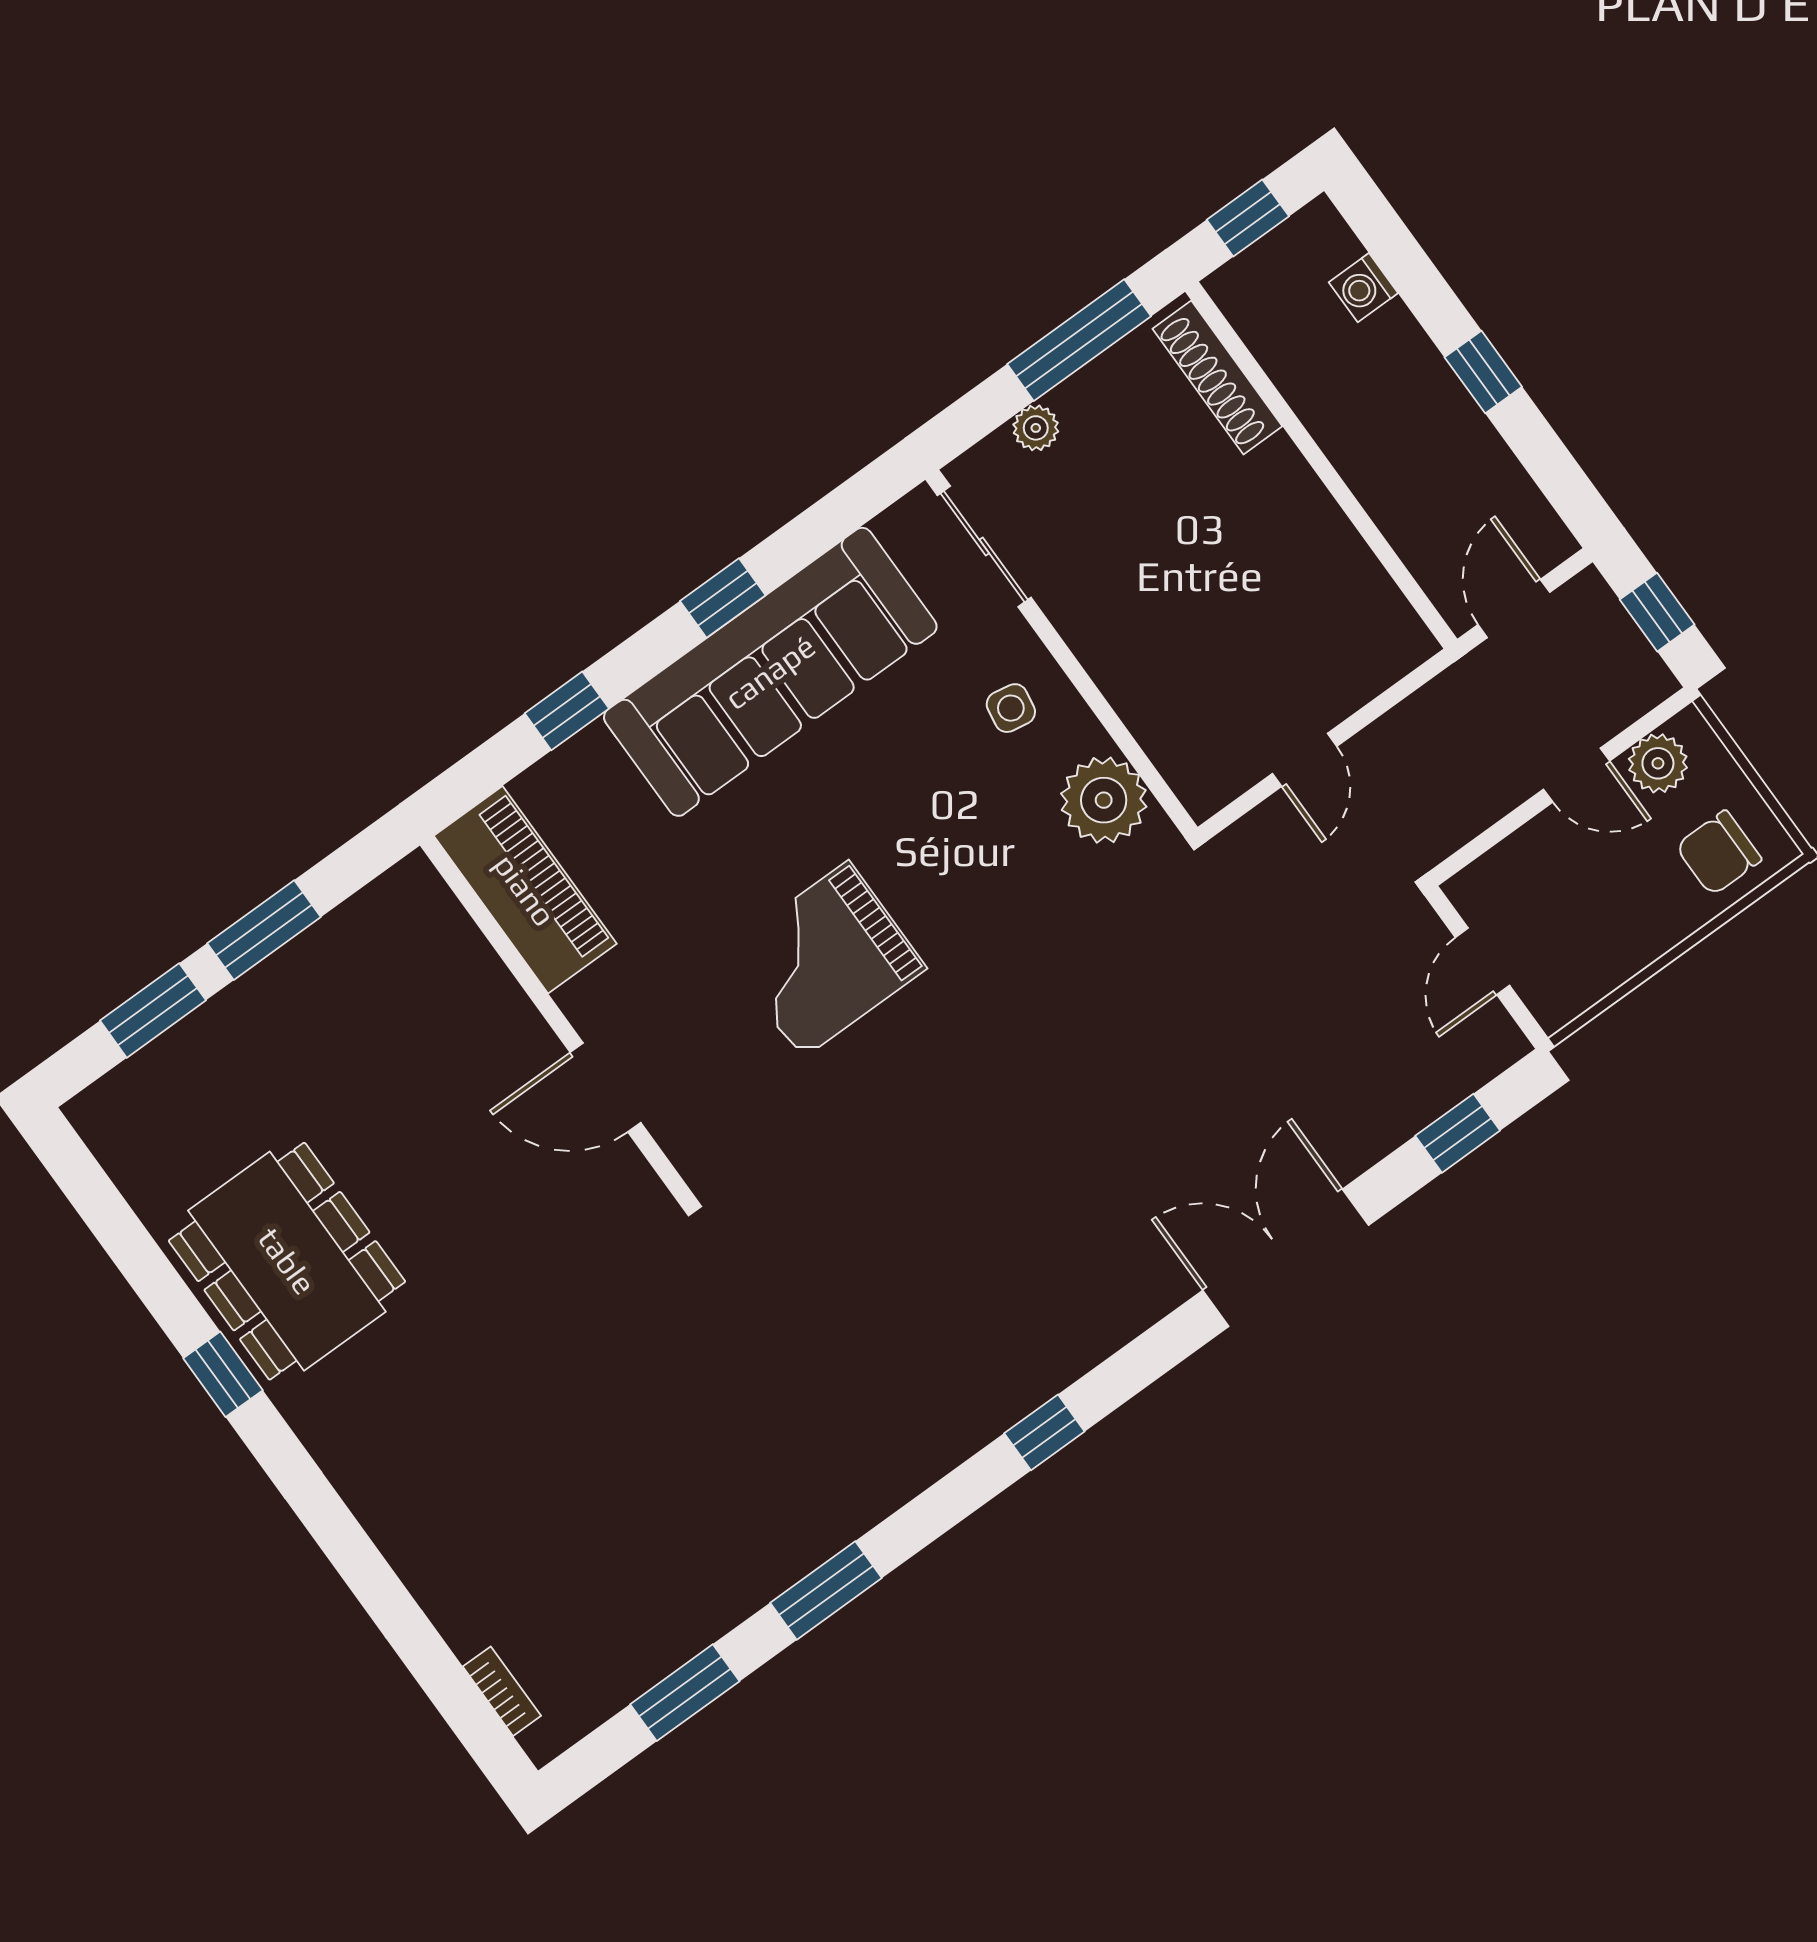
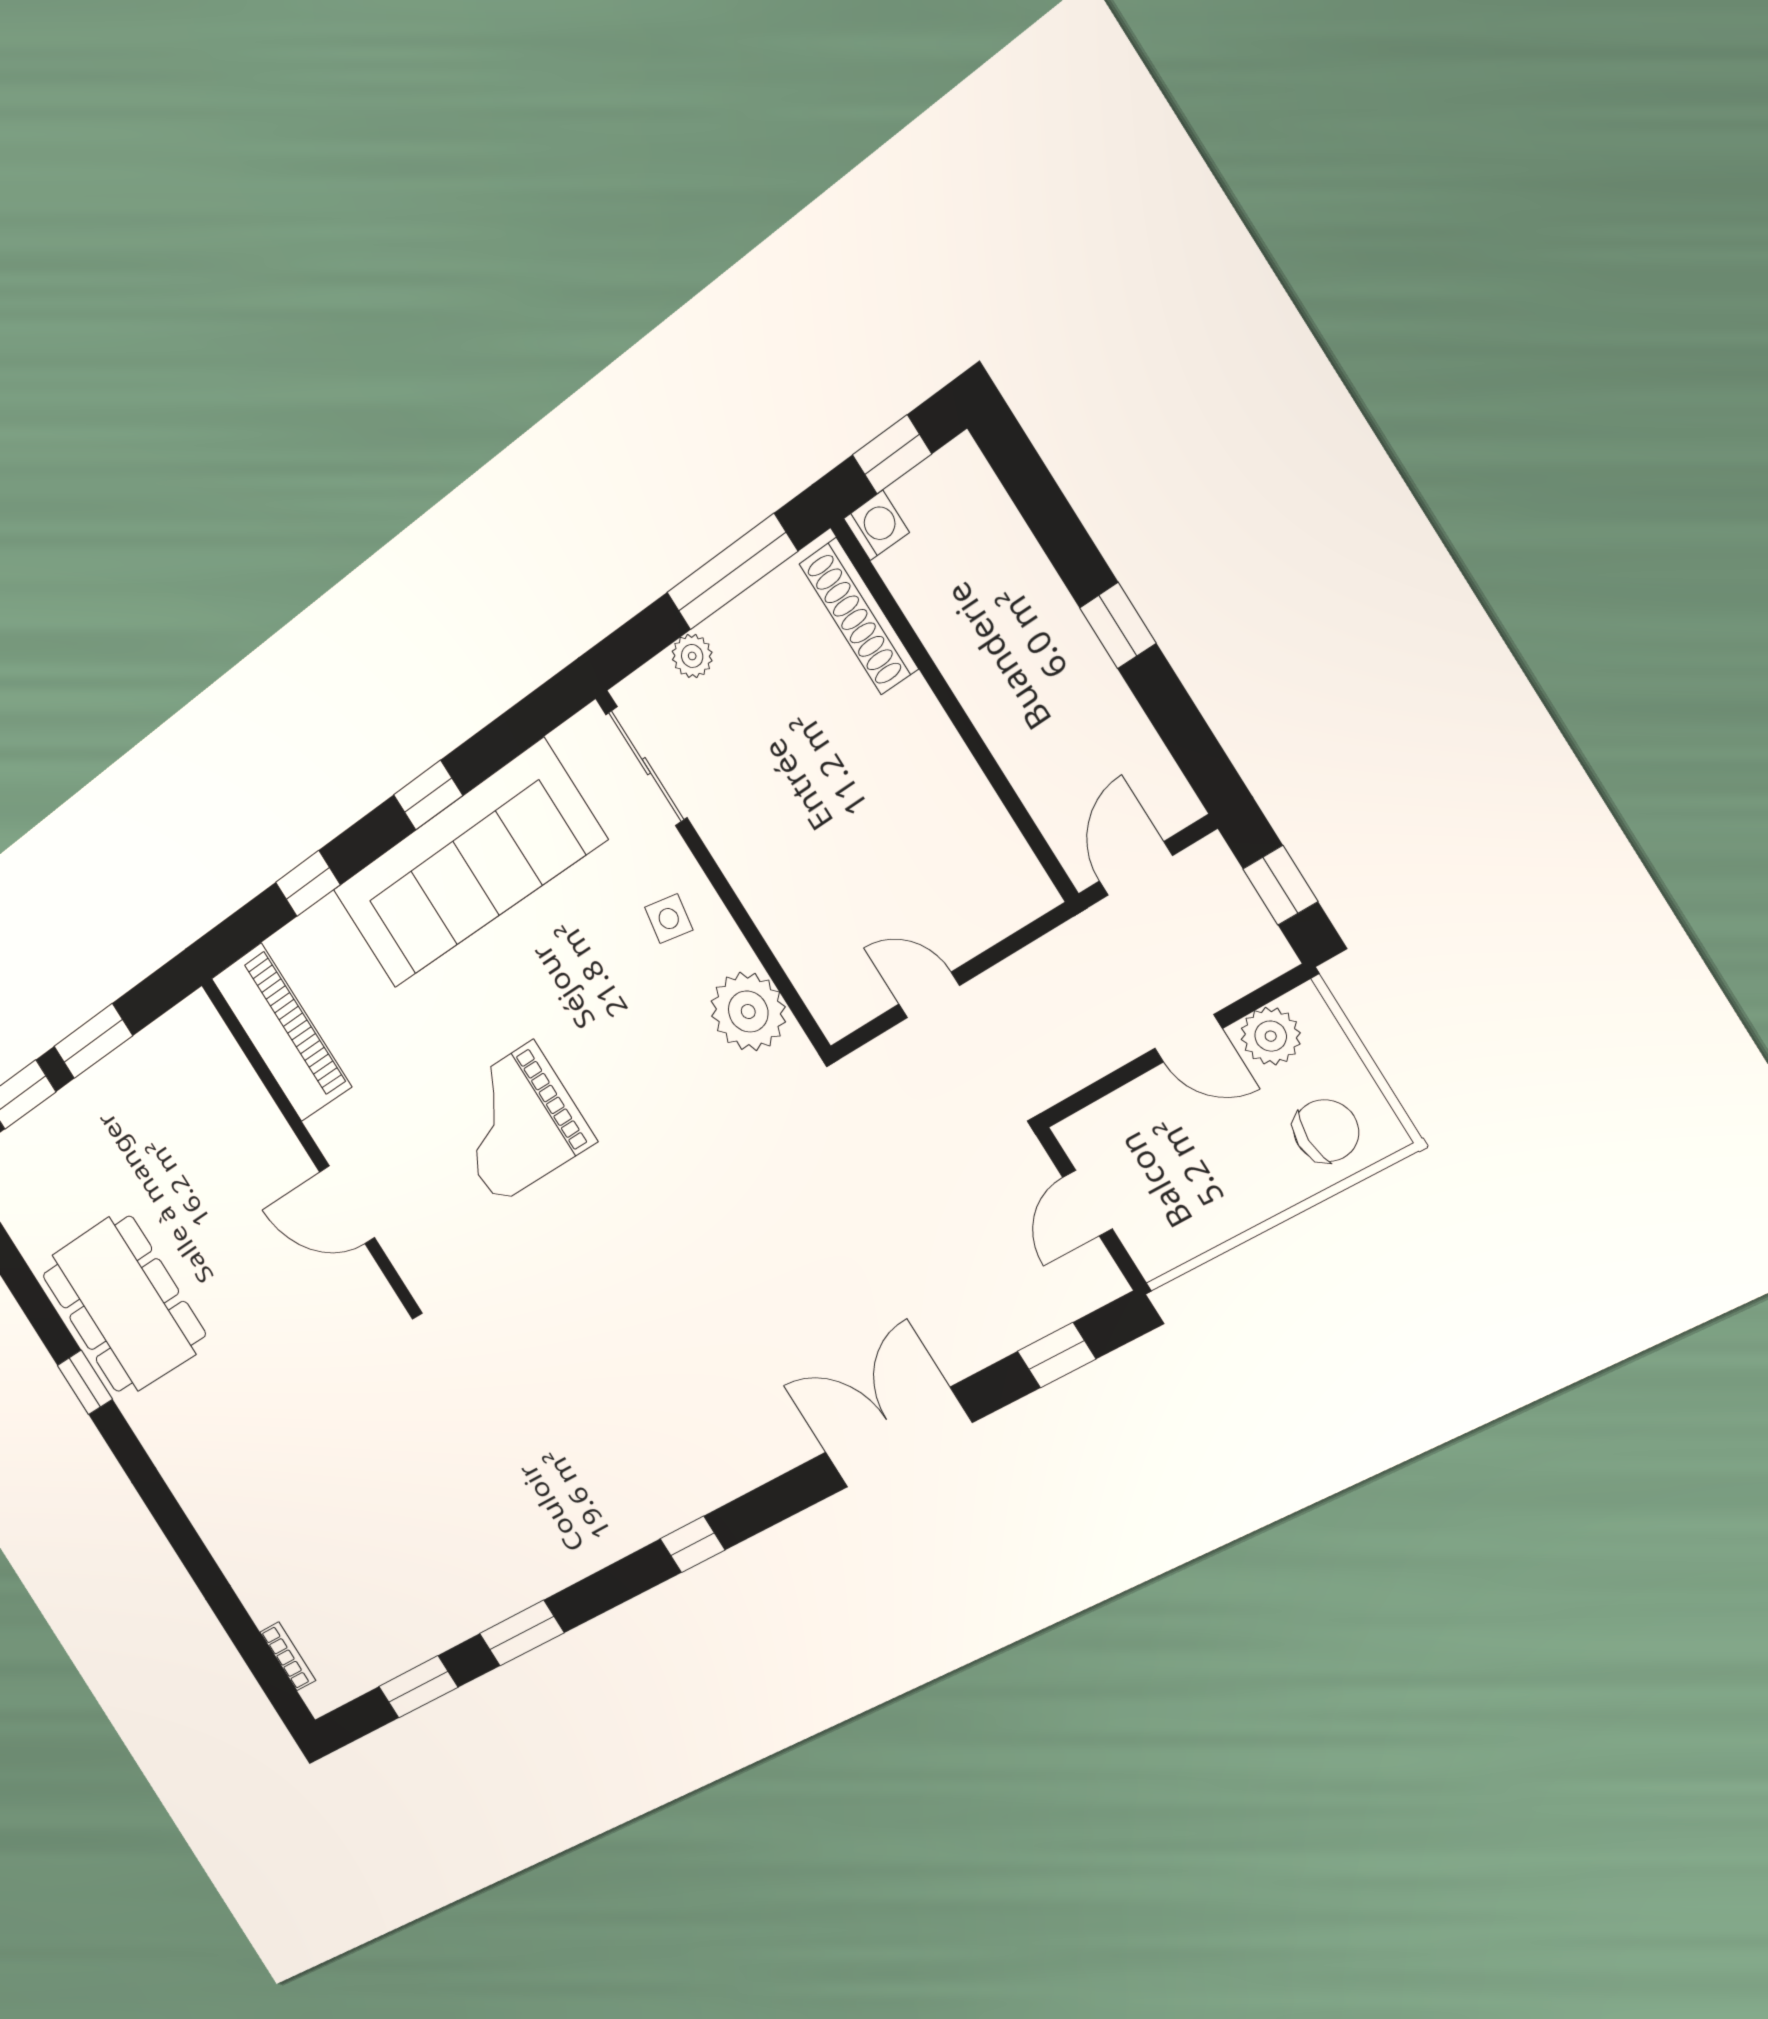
washing machine: (1363, 288) -> (876, 525), moved, turned 180
door: (1305, 760) -> (929, 995), swing flipped
chair: (1719, 853) -> (1326, 1131), turned 180

